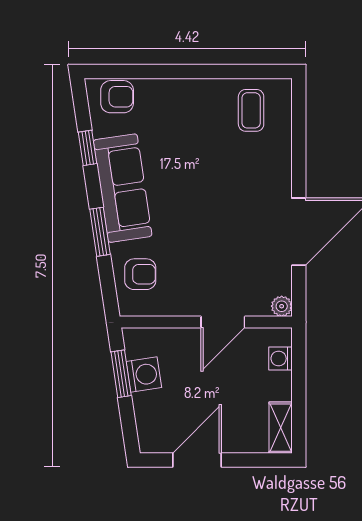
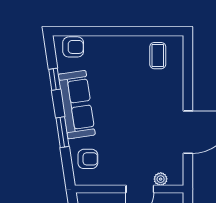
plant: (282, 306) -> (161, 179), moved

